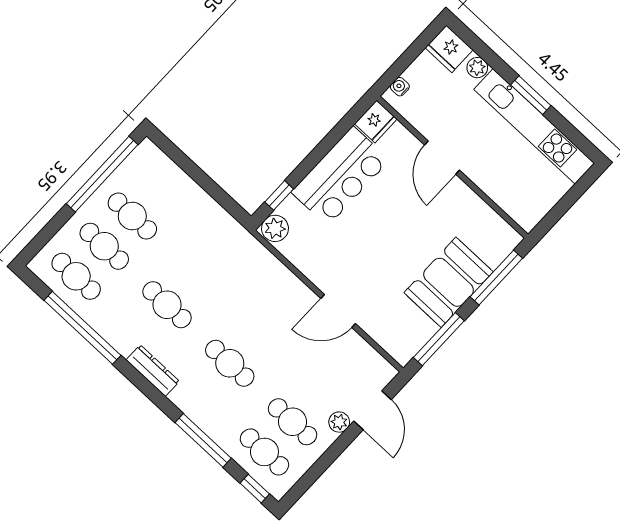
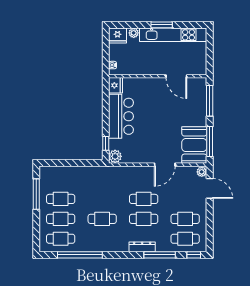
door: (442, 158) -> (176, 76), moved
window: (102, 174) -> (36, 194), width x0.68
booth: (449, 282) -> (194, 145), moved
cafe table: (258, 333) -> (144, 199), added
dresser: (153, 371) -> (142, 247), moved
plant: (339, 422) -> (202, 172), moved

